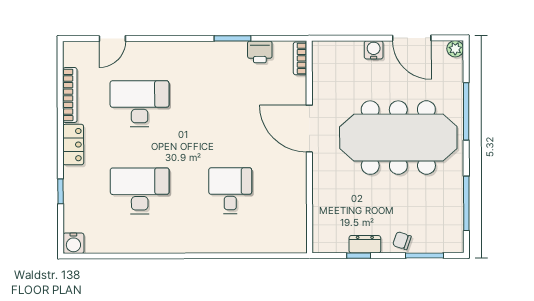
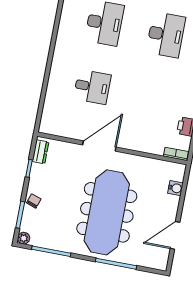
plant: (455, 49) -> (24, 238), moved
water cooler: (374, 50) -> (176, 188), moved
door: (309, 129) -> (99, 146), moved
dresser: (365, 244) -> (41, 152), moved

